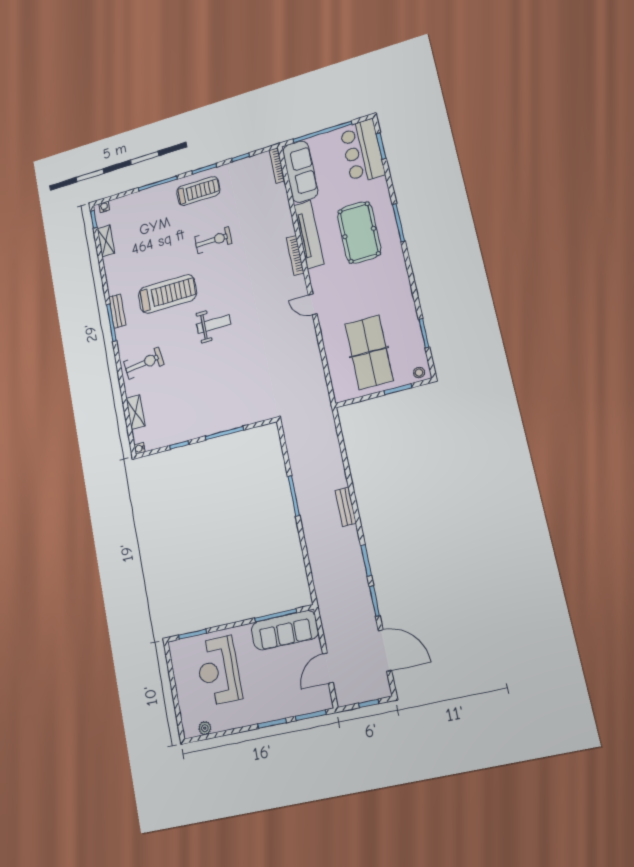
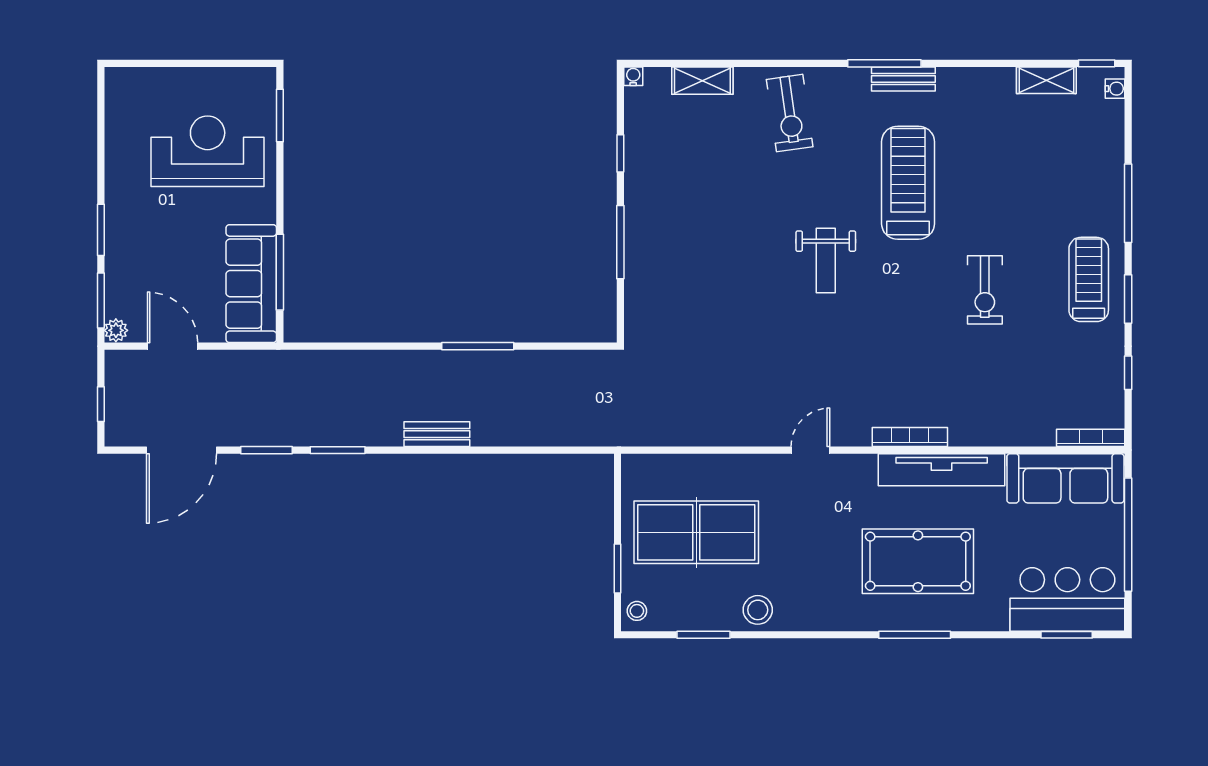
treadmill: (198, 191) -> (1089, 279), turned 180
treadmill: (167, 294) -> (908, 183), turned 180
stool: (404, 308) -> (758, 610), added
plant: (205, 728) -> (116, 330), moved

